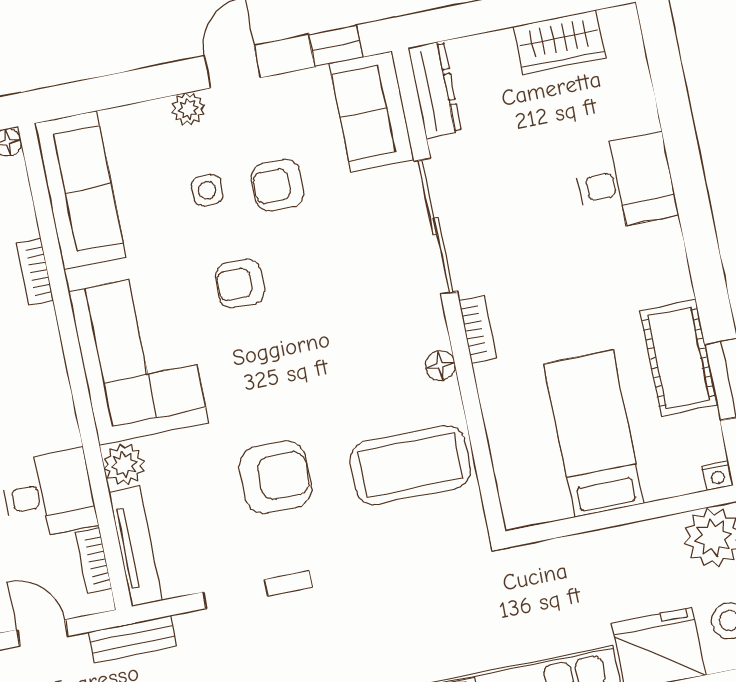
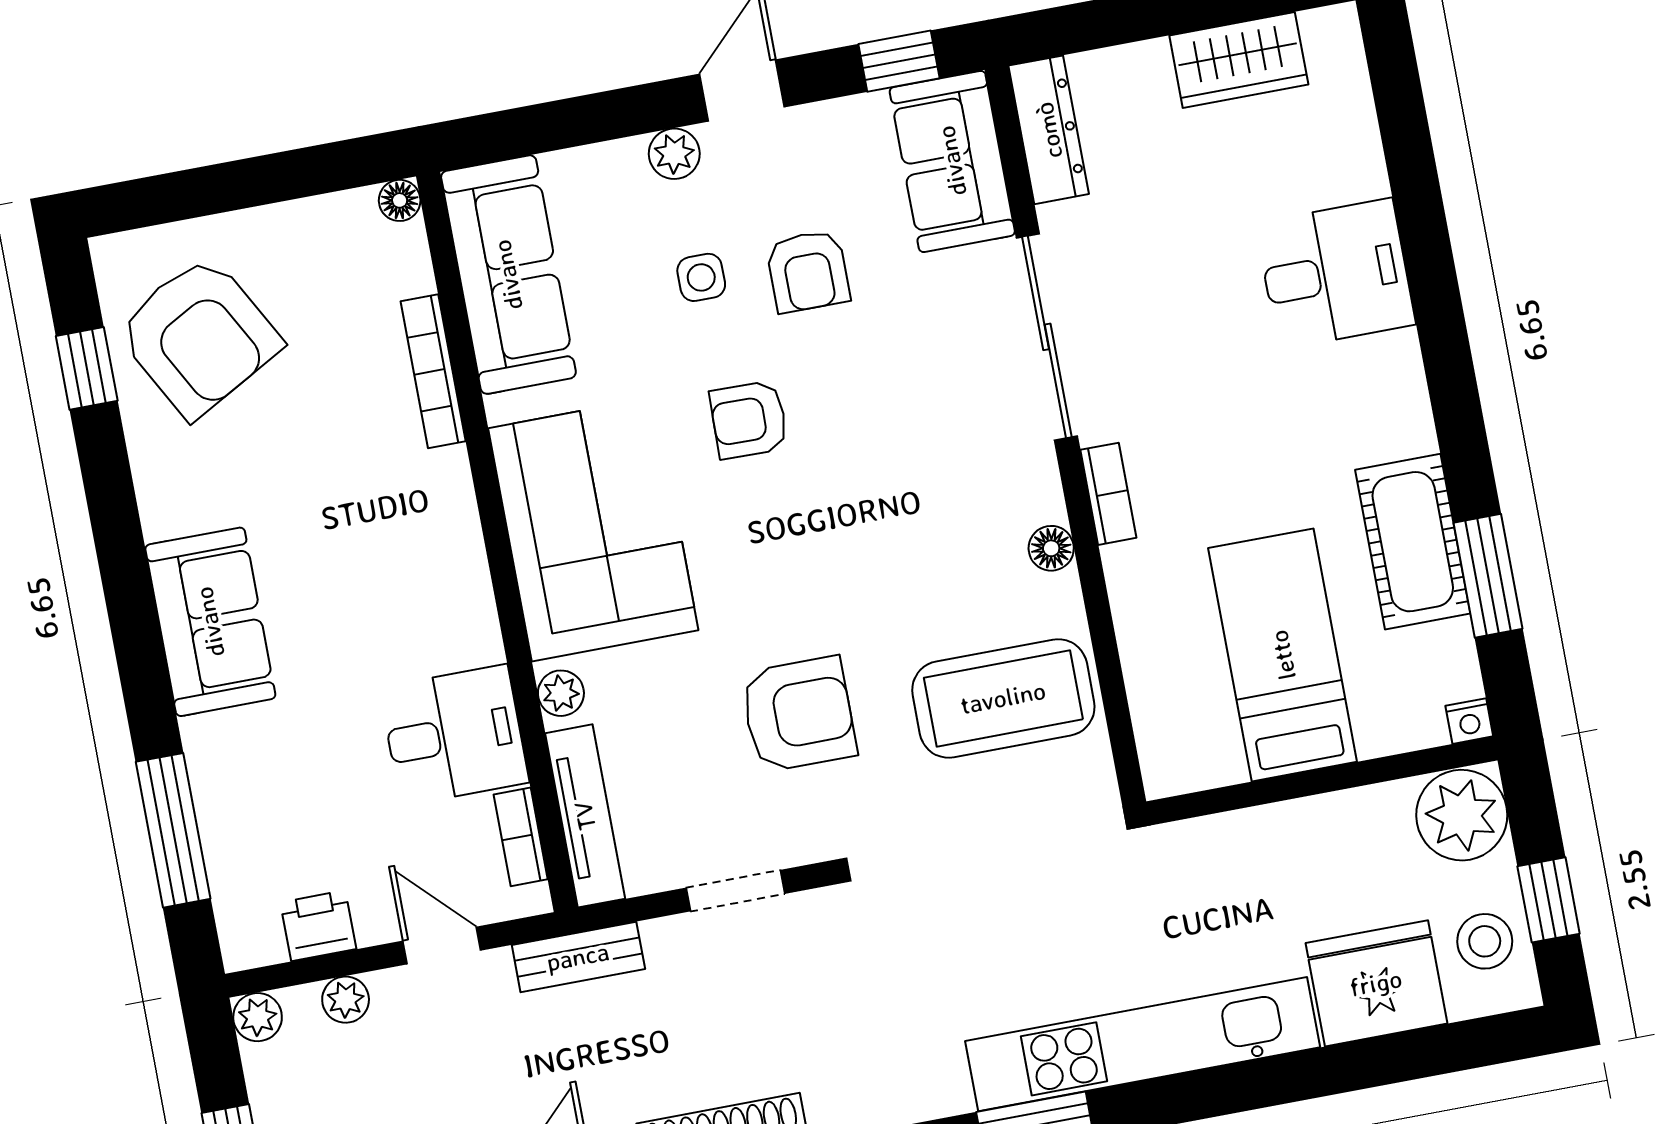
armchair: (278, 185) -> (808, 271), turned -90
bookcase: (35, 272) -> (433, 371), width x1.56
plant: (124, 464) -> (561, 693), width x0.73, depth x0.73

